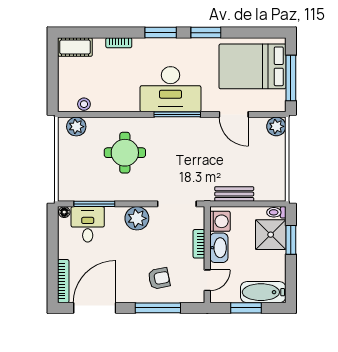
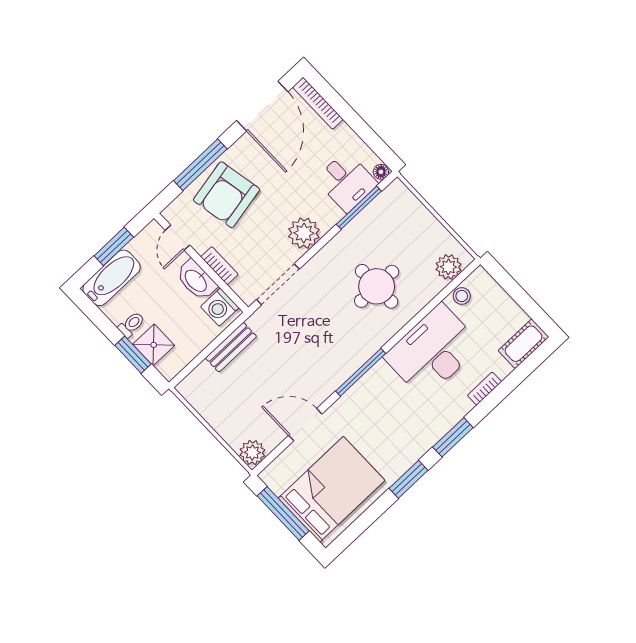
desk: (171, 89) -> (433, 351), moved
toilet: (276, 212) -> (131, 324), moved
shower: (271, 235) -> (154, 345), width x0.73, depth x0.73
armchair: (159, 278) -> (226, 195), width x1.88, depth x1.88

